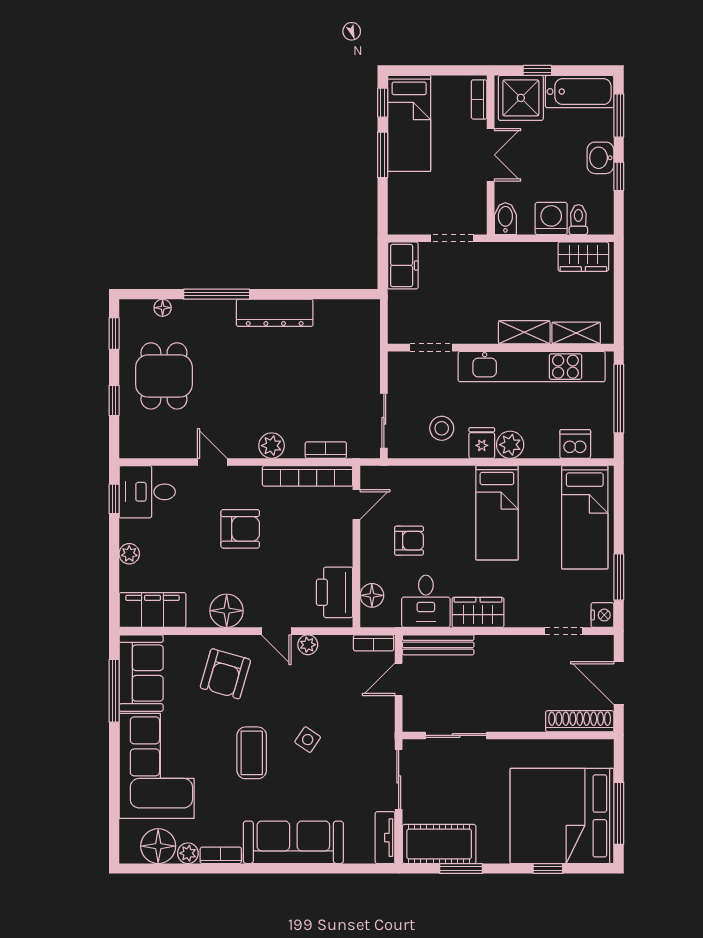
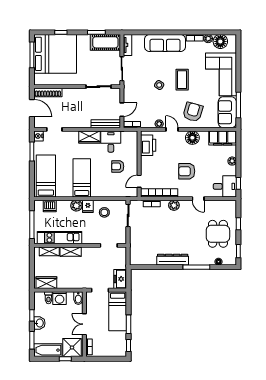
bed: (409, 123) -> (118, 311), moved, turned 180
kitchen unit: (532, 367) -> (60, 238), width x0.73
floor lamp: (372, 595) -> (133, 144), removed

